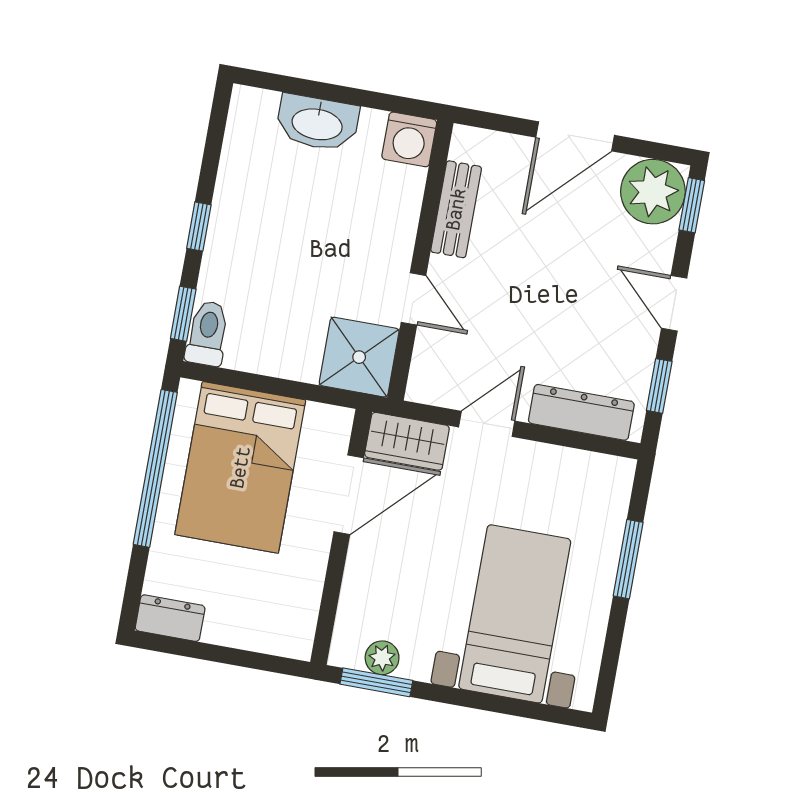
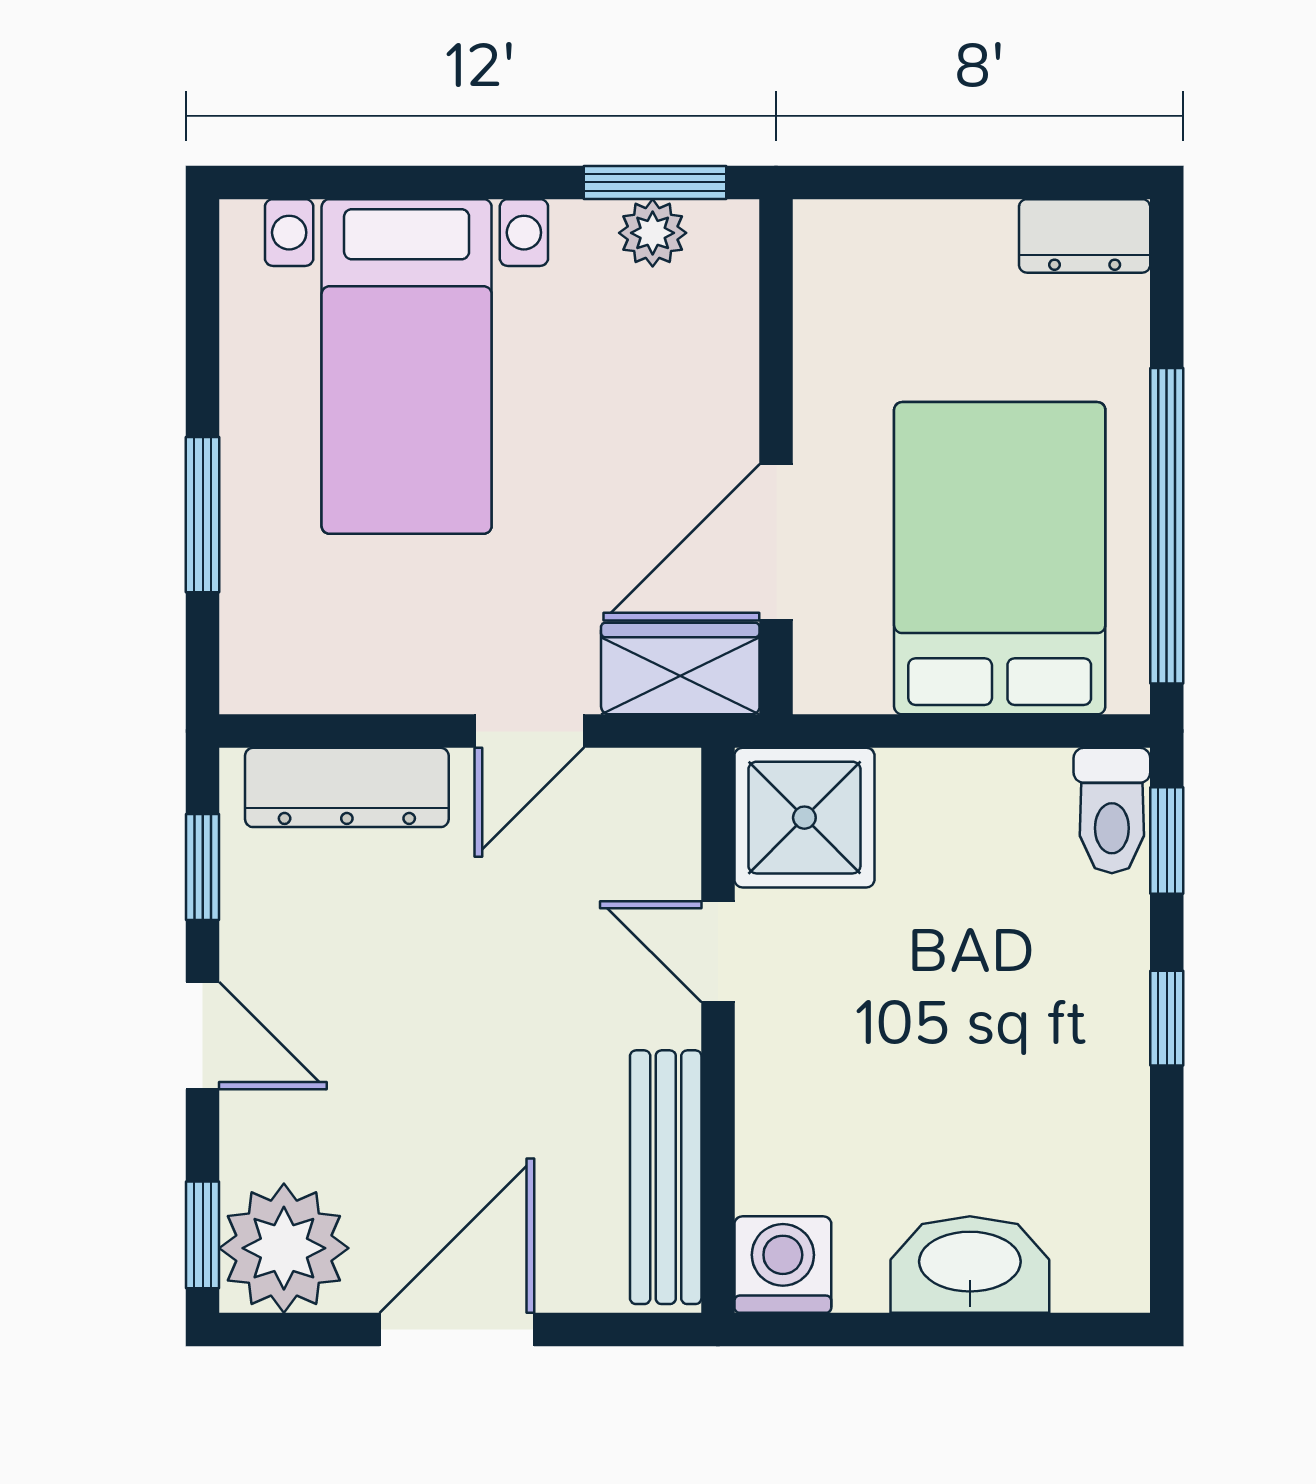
bench: (456, 209) -> (666, 1177), width x1.36

